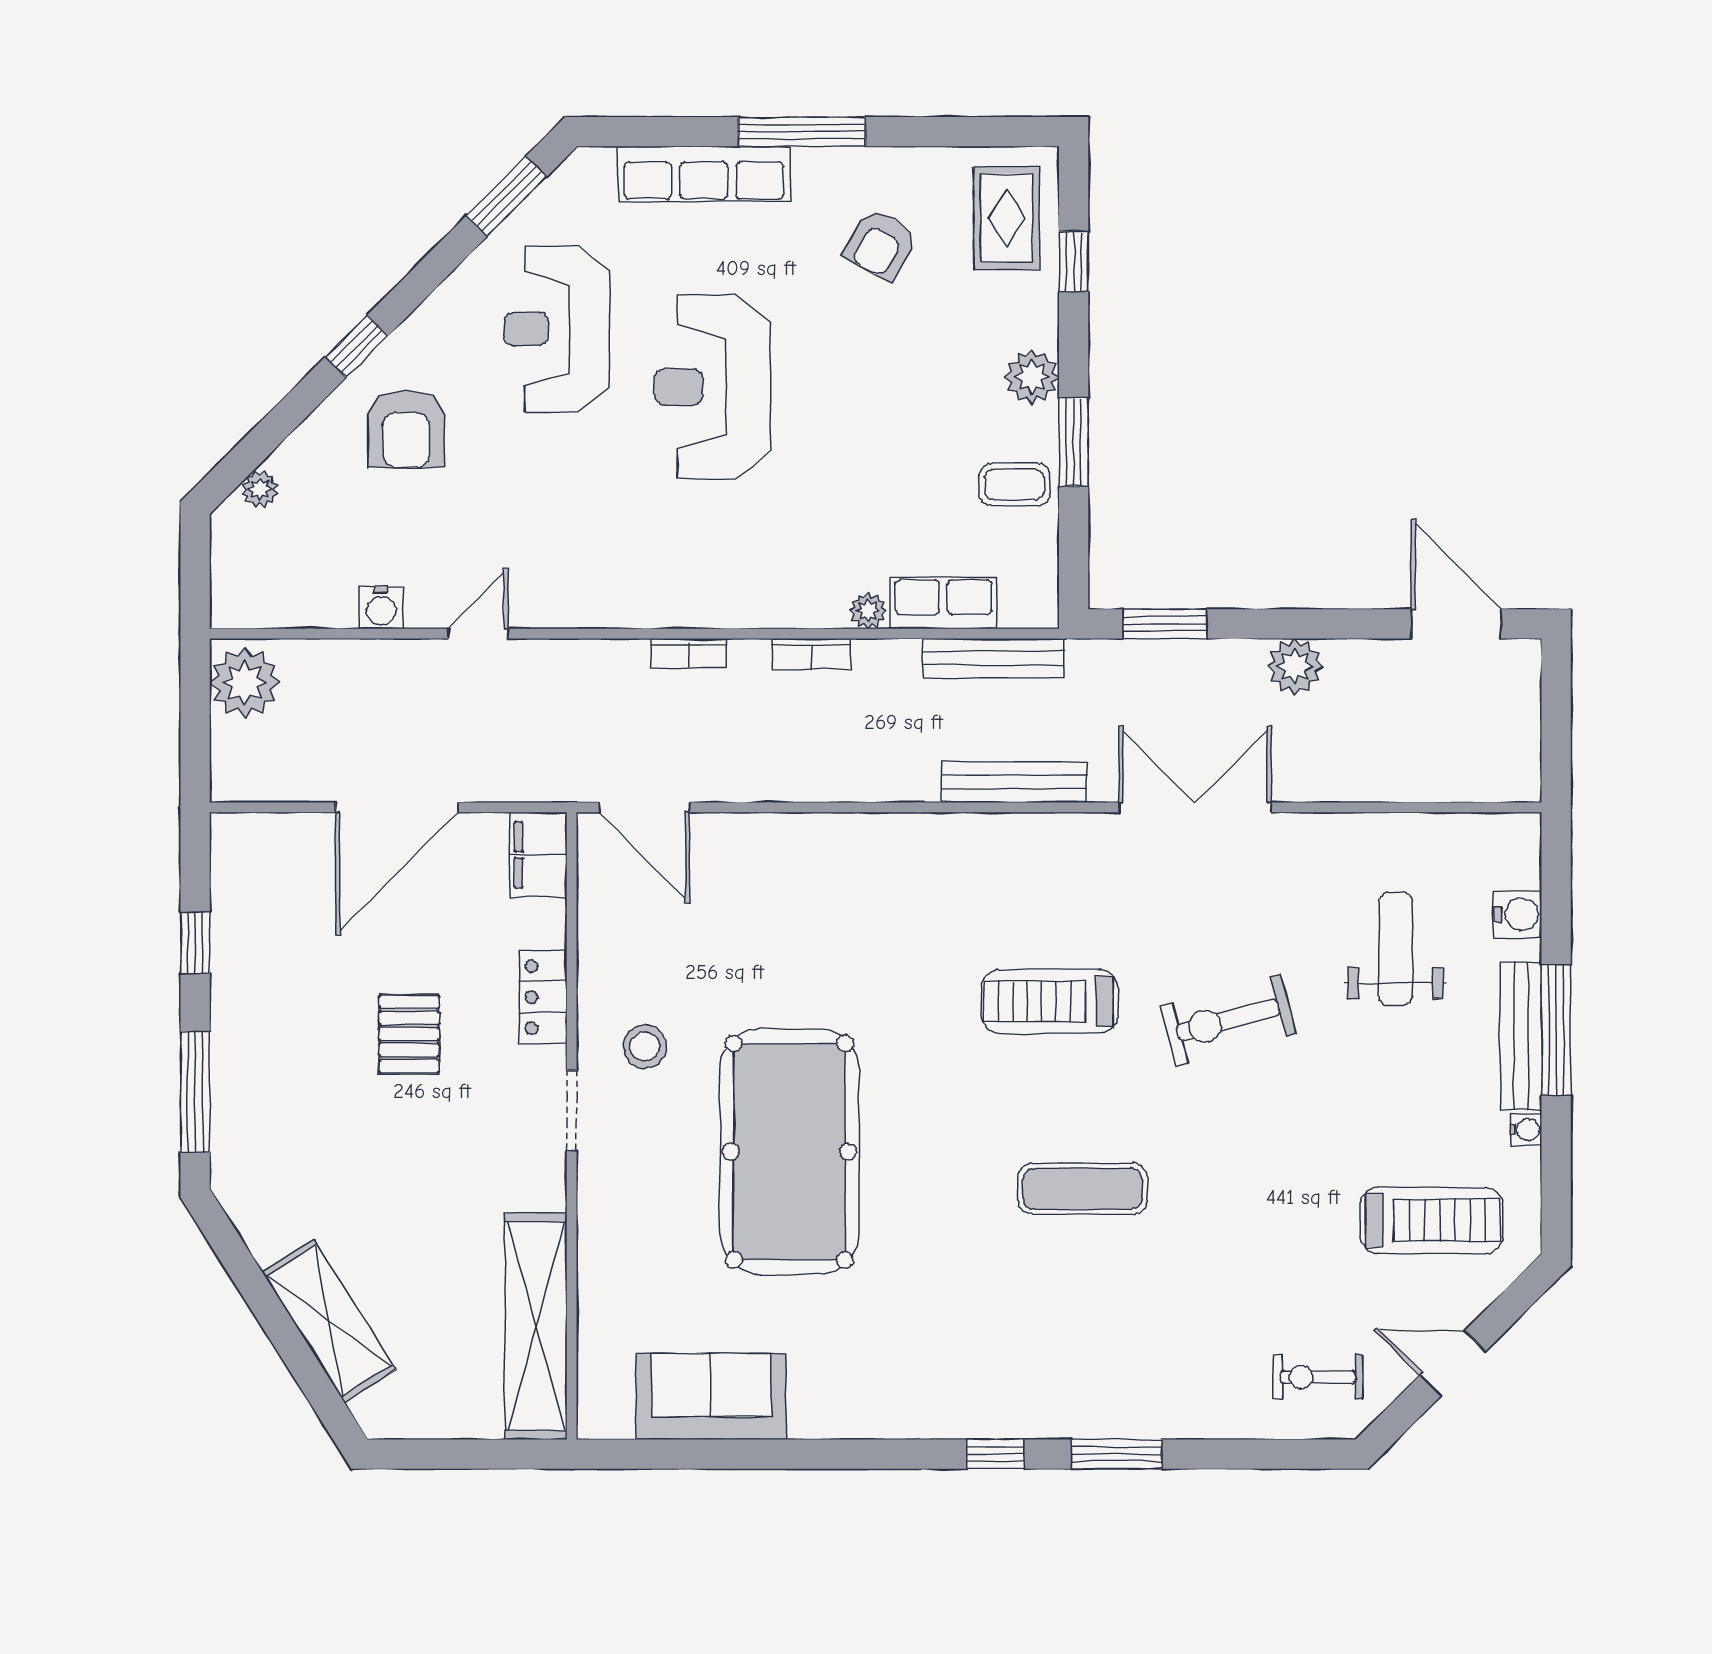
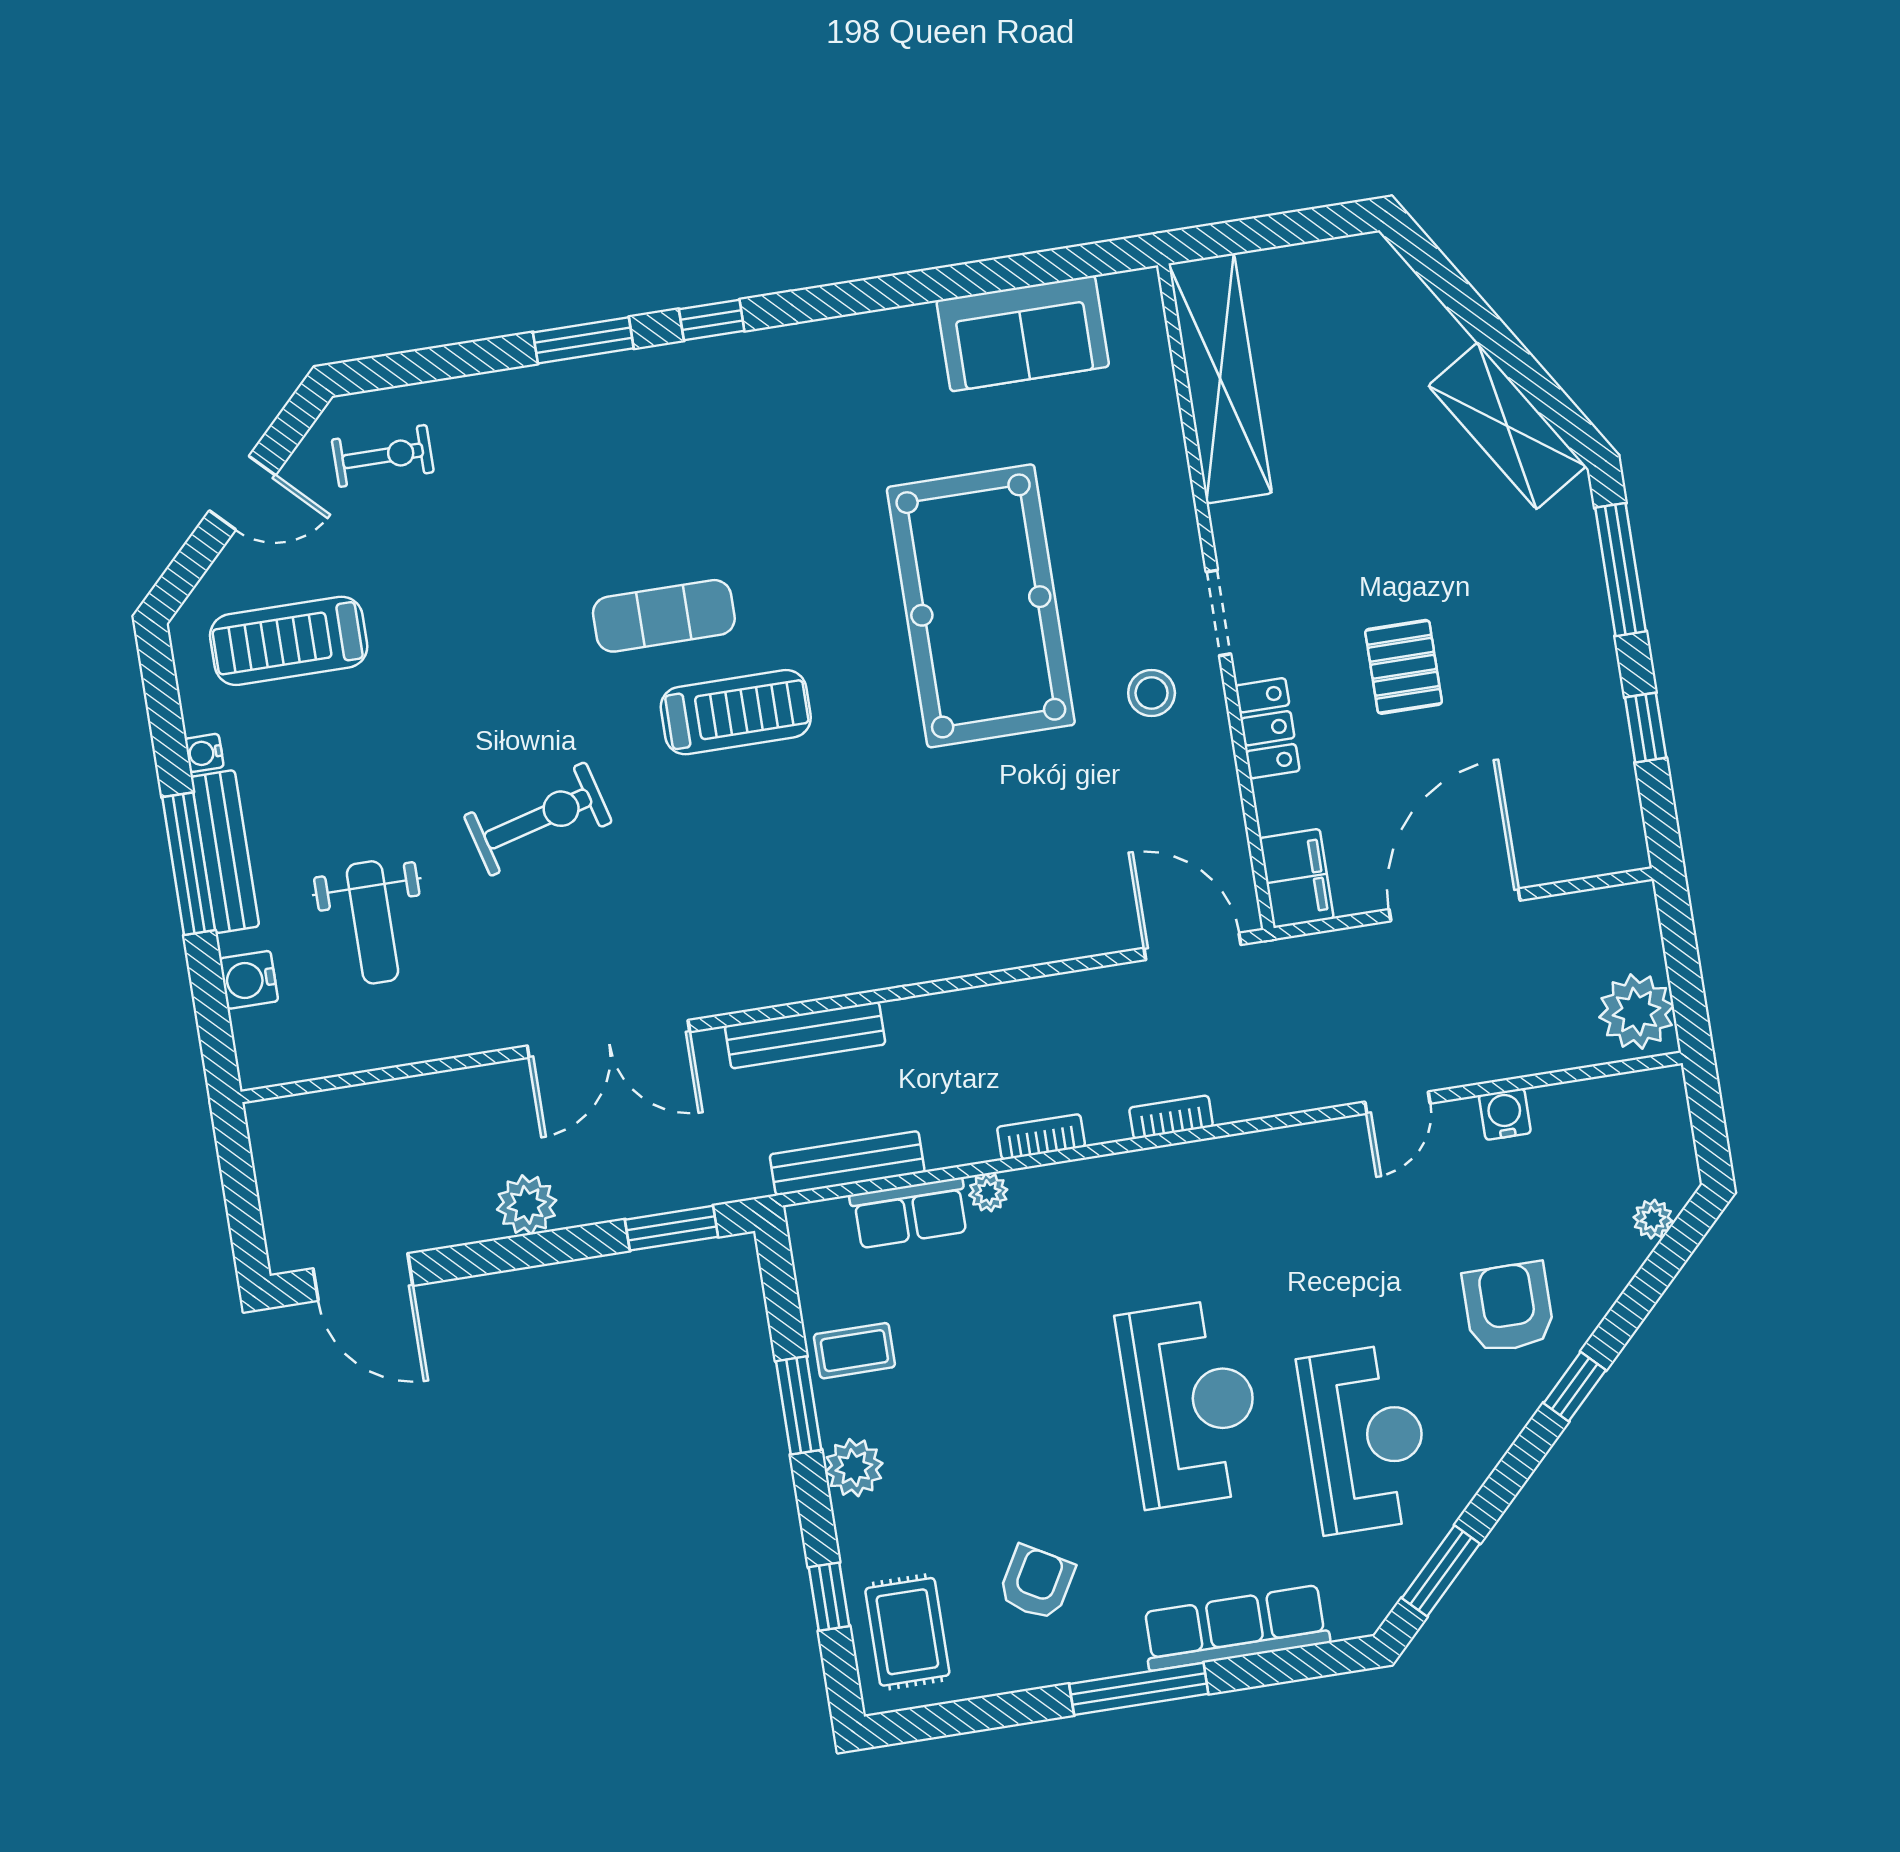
treadmill: (1050, 1001) -> (736, 712), moved
shelving: (329, 1321) -> (1507, 426), moved

